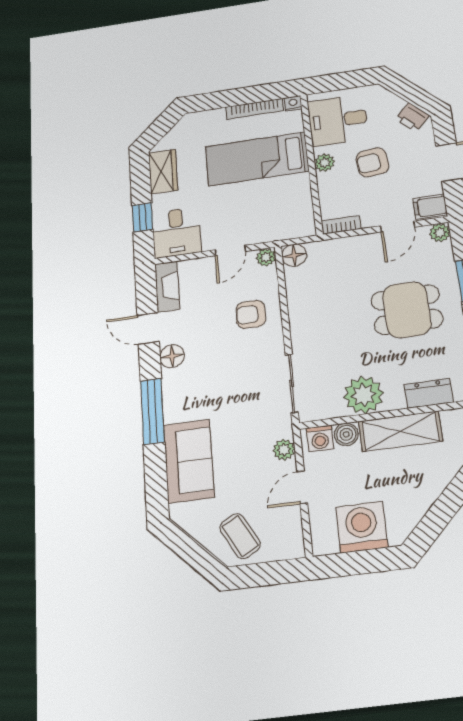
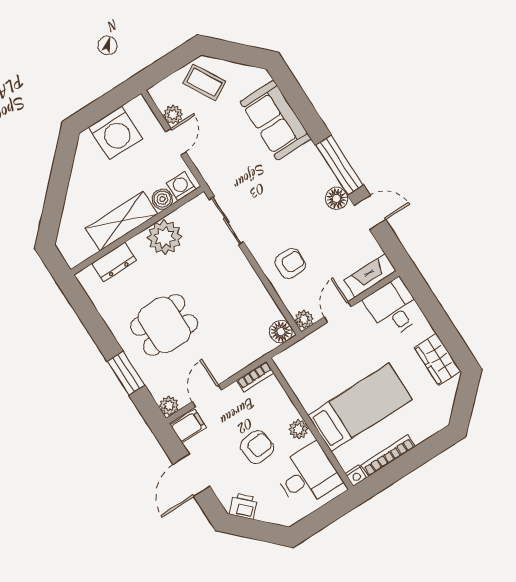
window: (142, 217) -> (432, 309), removed
fireplace: (167, 287) -> (370, 275), moved, turned 90
window: (152, 411) -> (339, 165), moved
plant: (284, 450) -> (173, 115), moved

